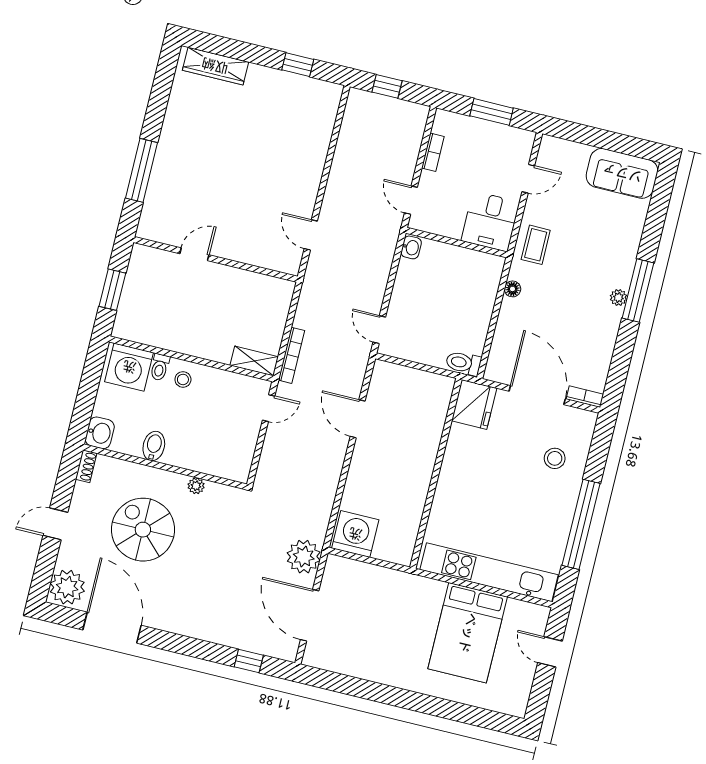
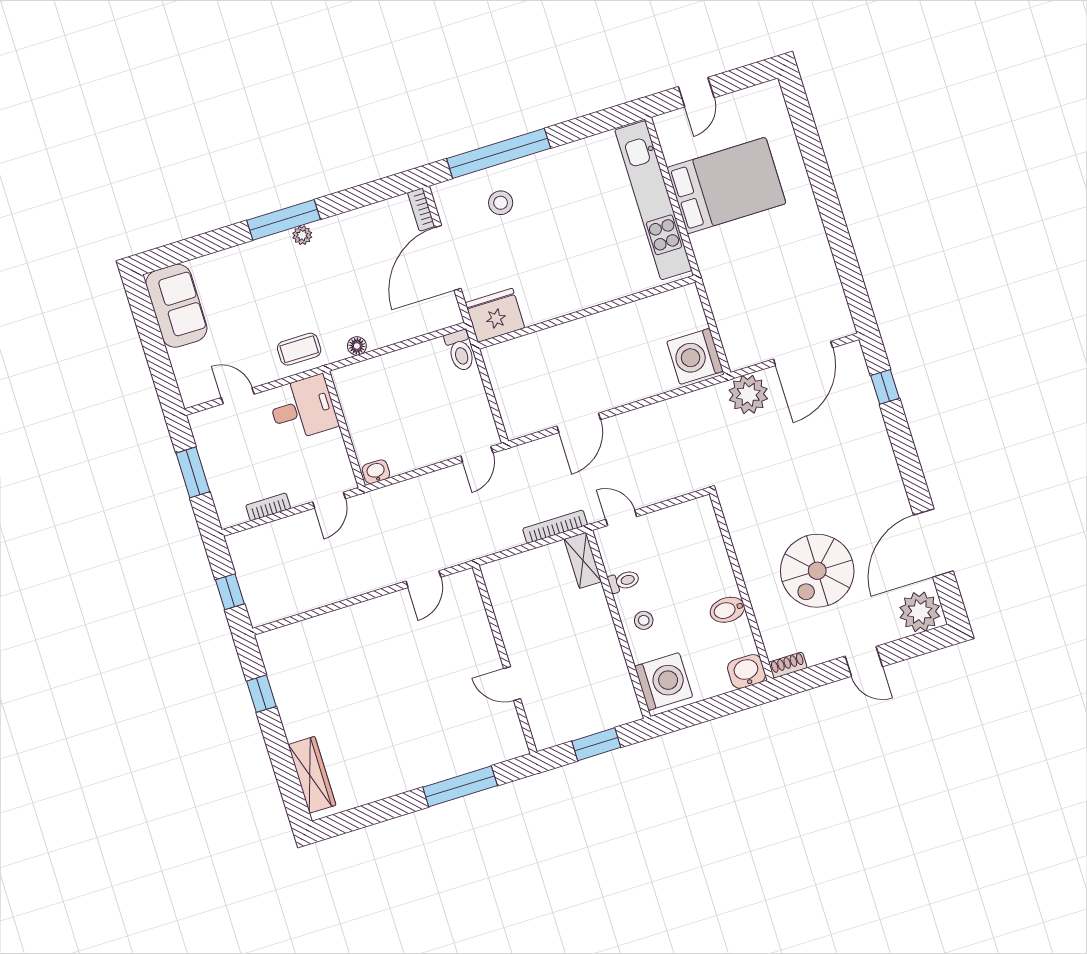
toilet: (160, 367) -> (624, 581), moved
plant: (196, 486) -> (742, 544), removed
window: (581, 524) -> (499, 153), moved

